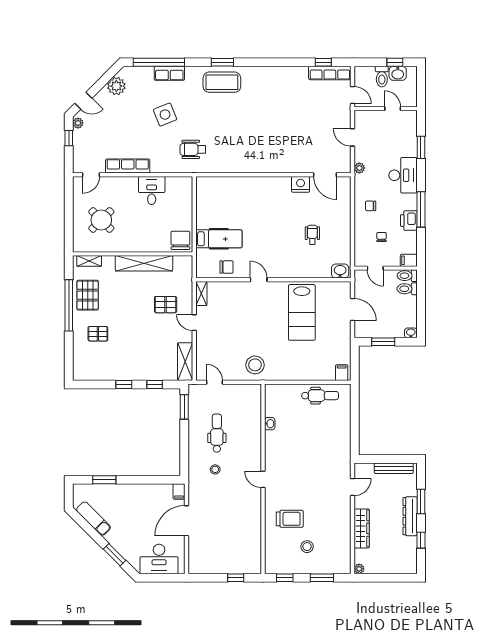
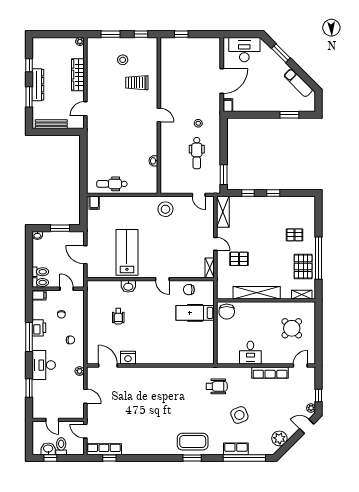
washbasin: (340, 271) -> (128, 286), moved

